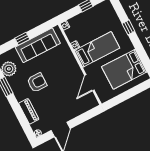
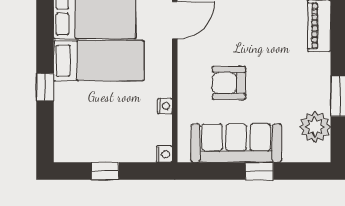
bed: (97, 49) -> (99, 61), moved, turned 180
armchair: (37, 82) -> (229, 83), moved

